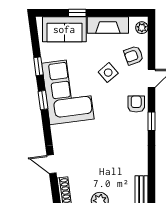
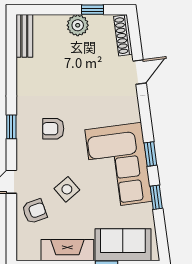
plant: (142, 28) -> (24, 247), removed
armchair: (136, 104) -> (53, 129), moved, turned 90
door: (51, 164) -> (140, 72), hinge flipped

